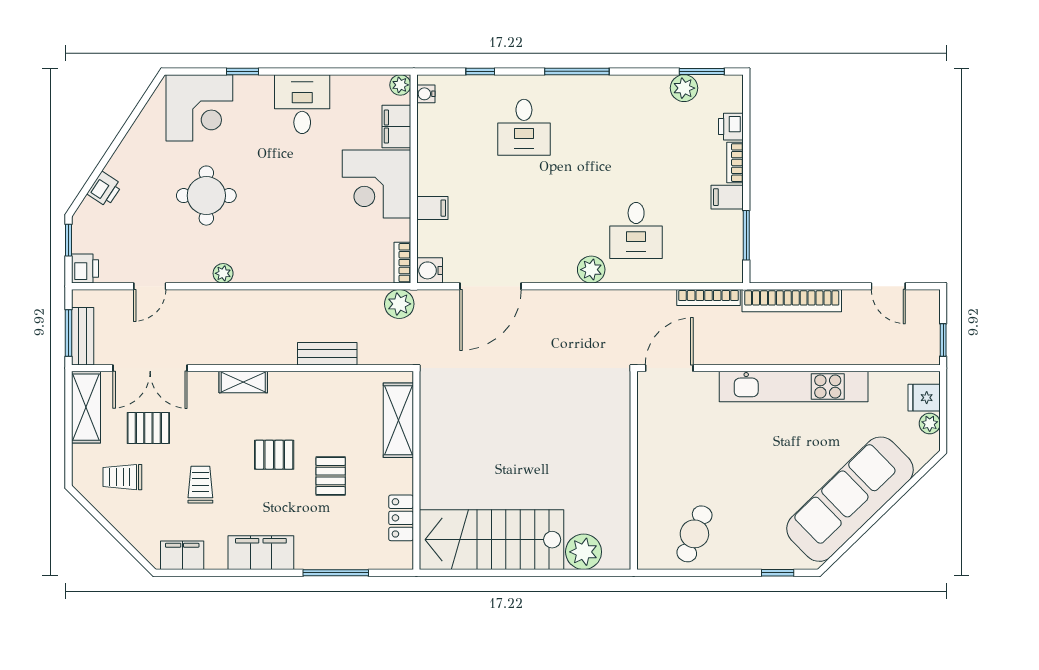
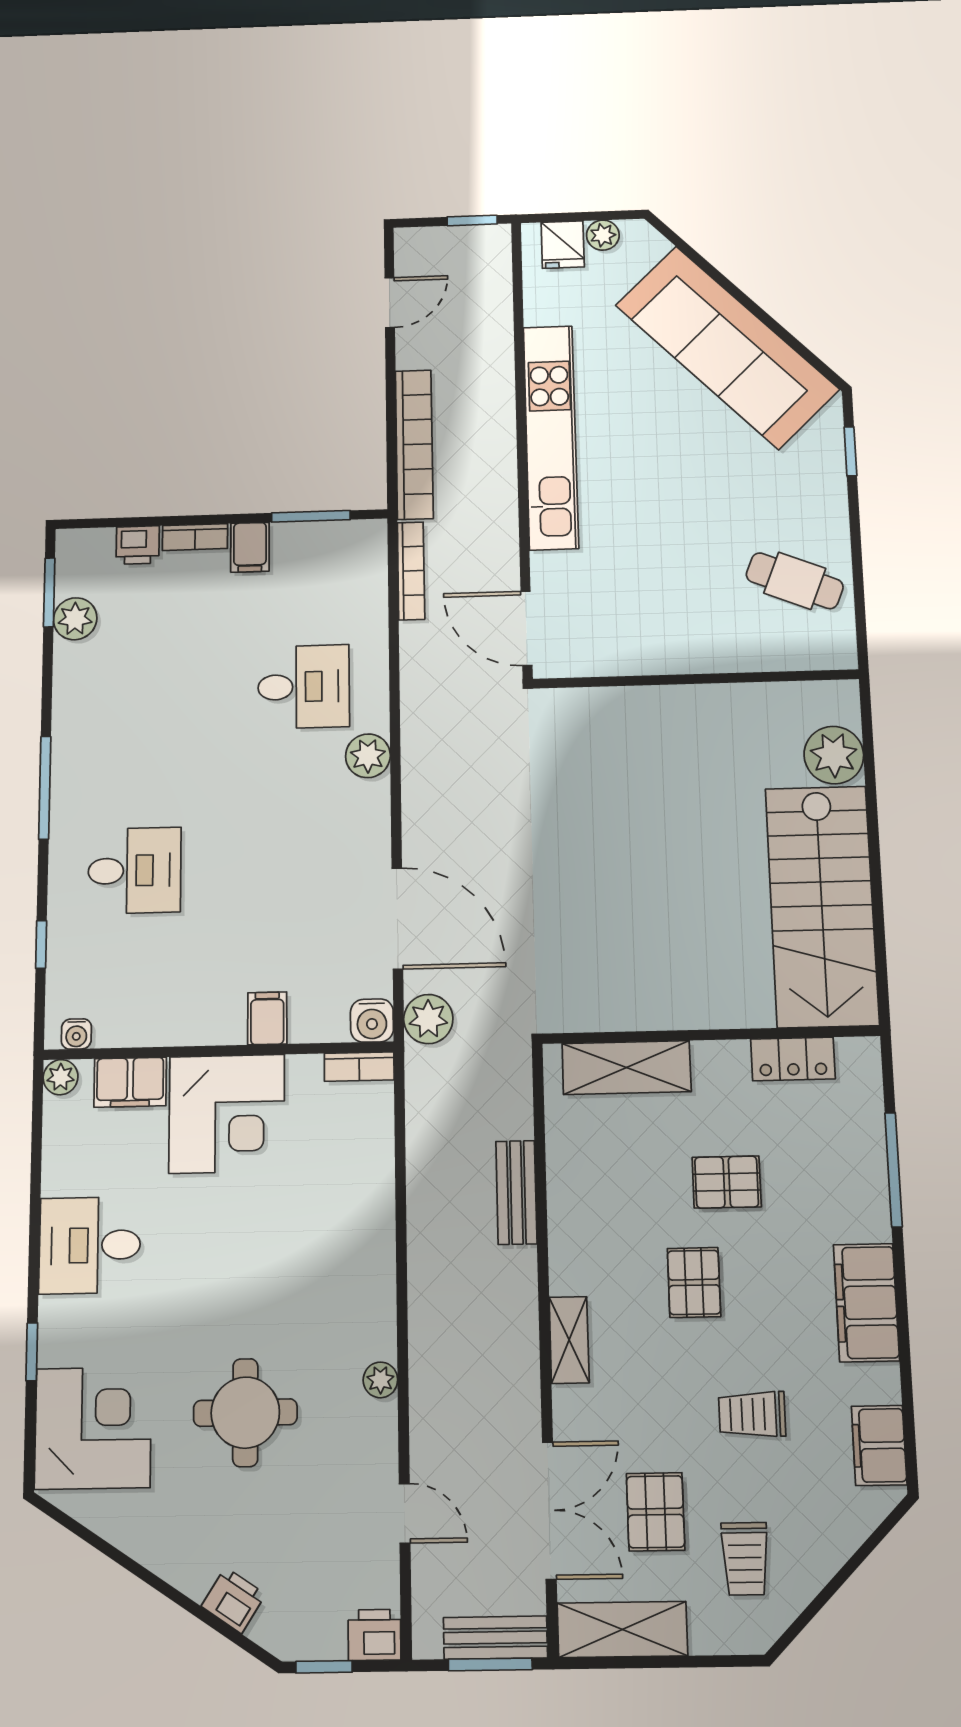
plant: (399, 304) -> (428, 1019), moved

